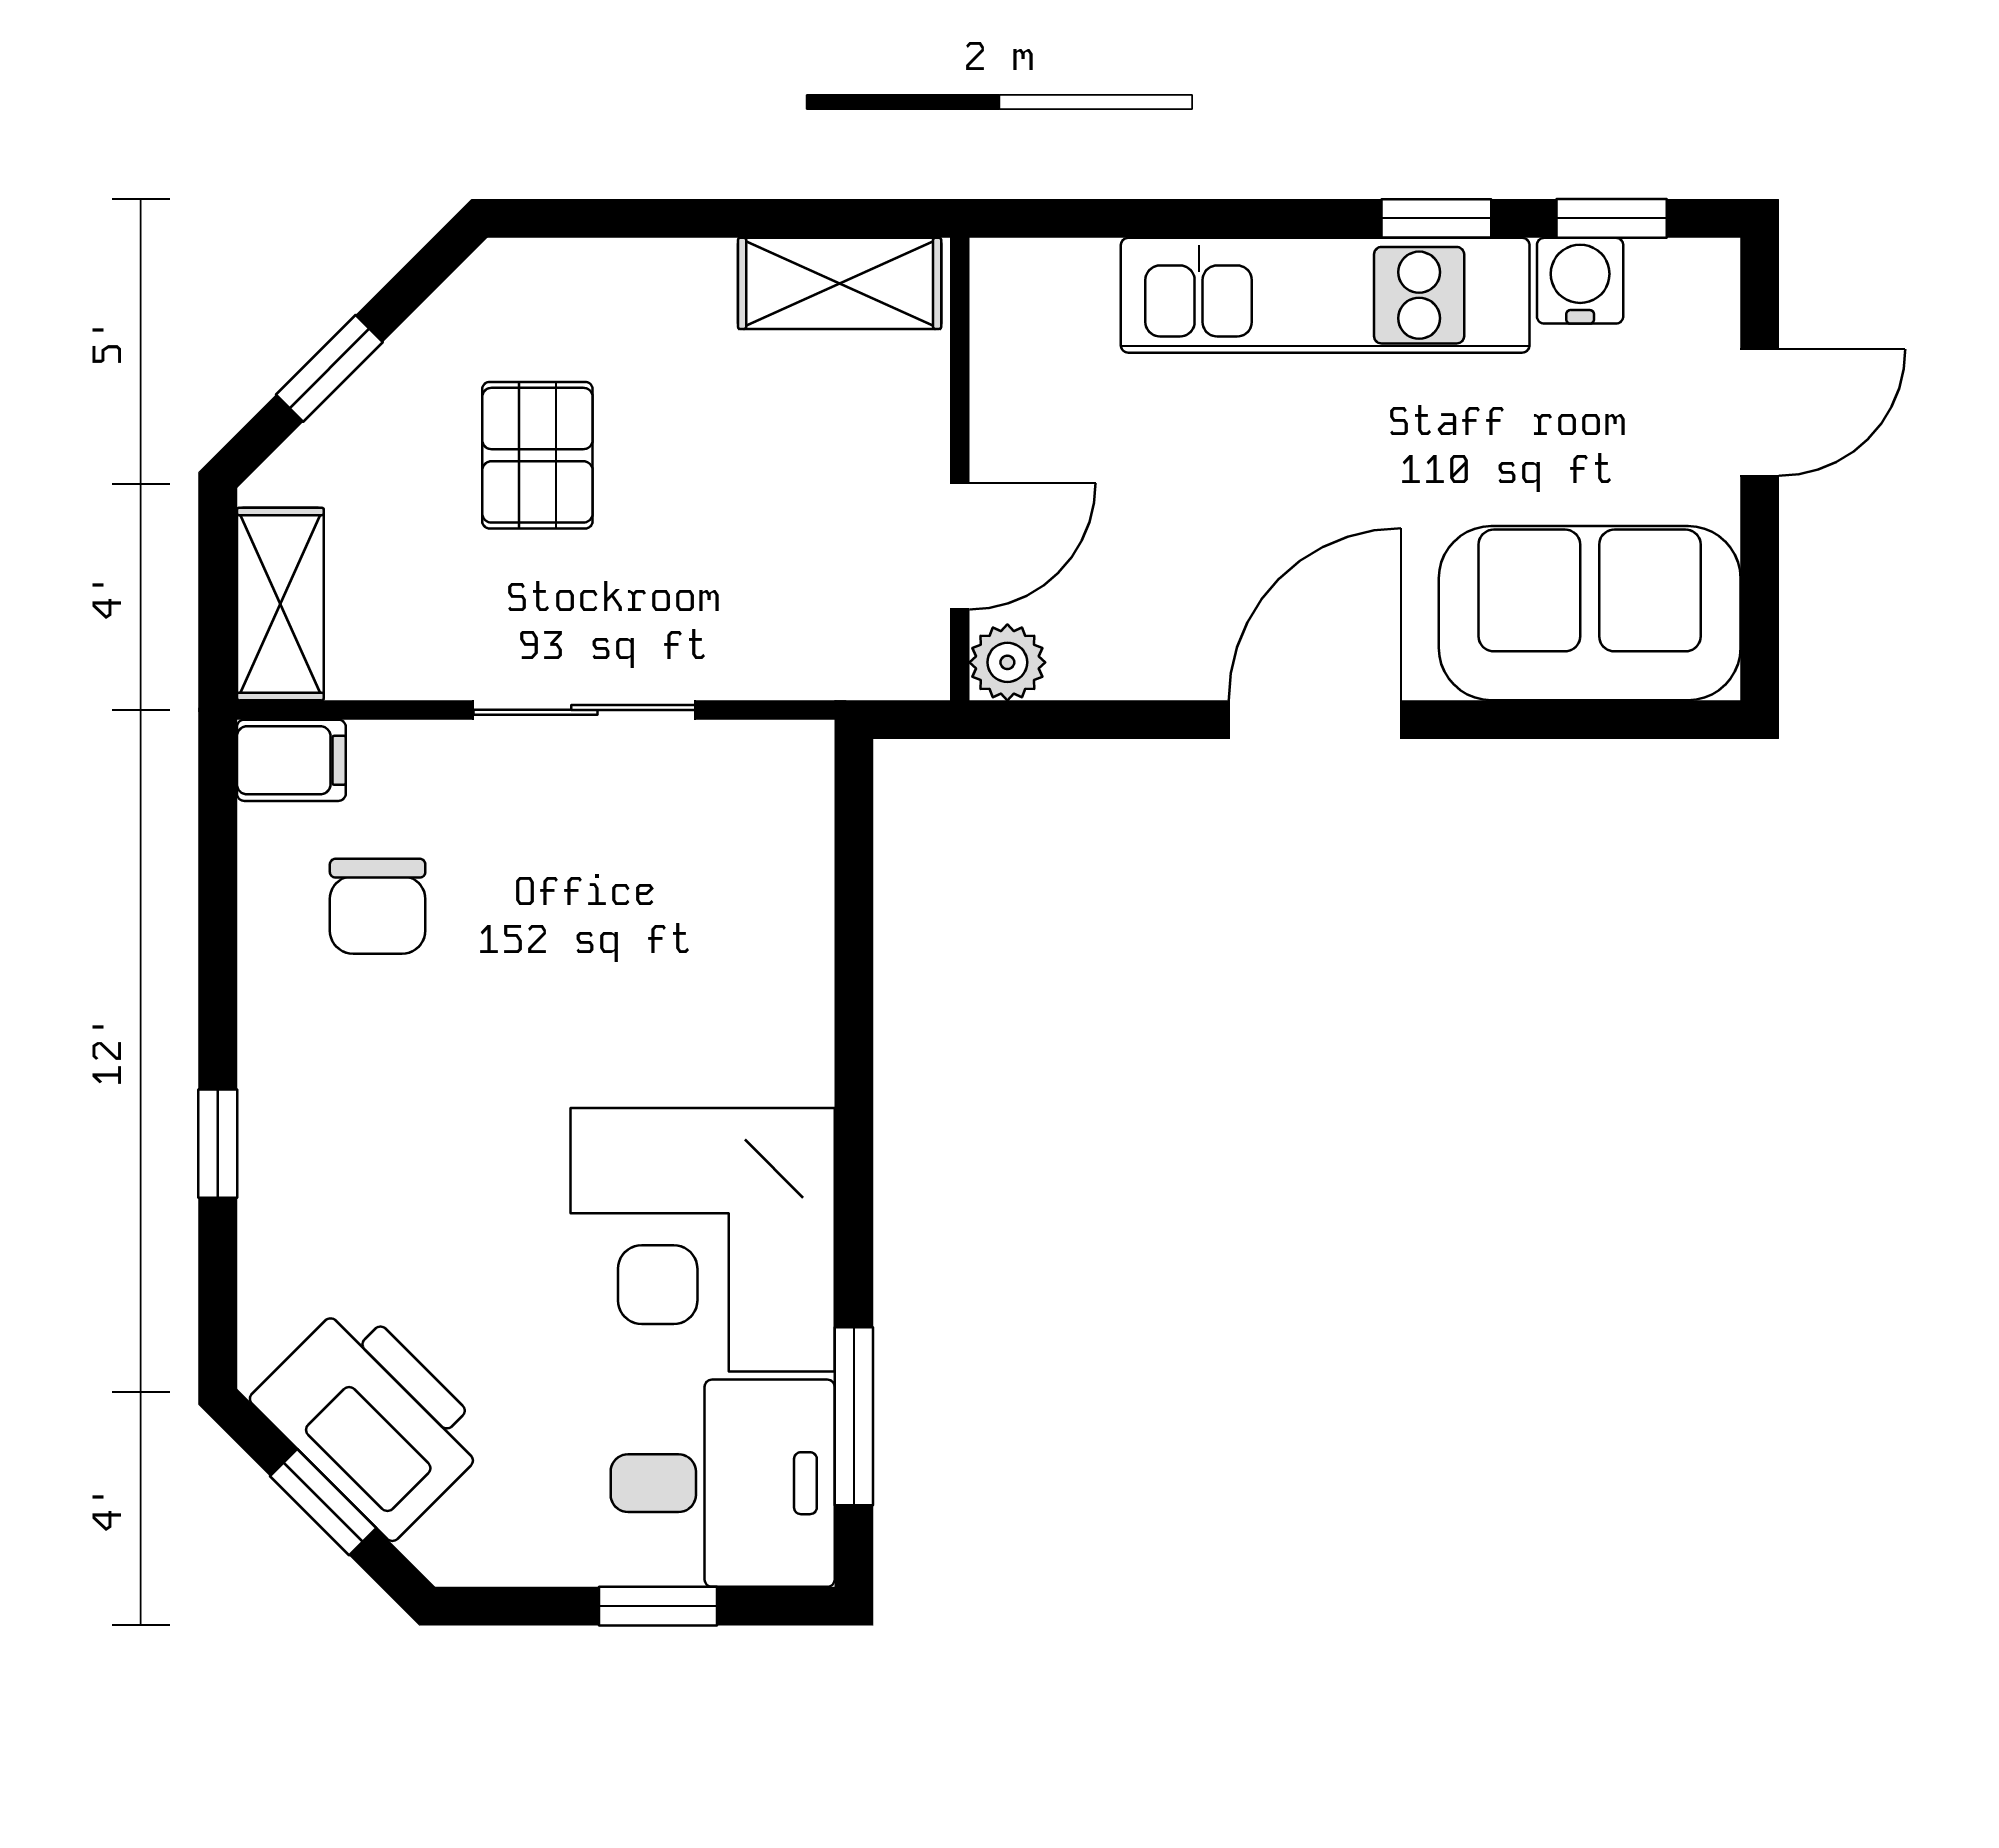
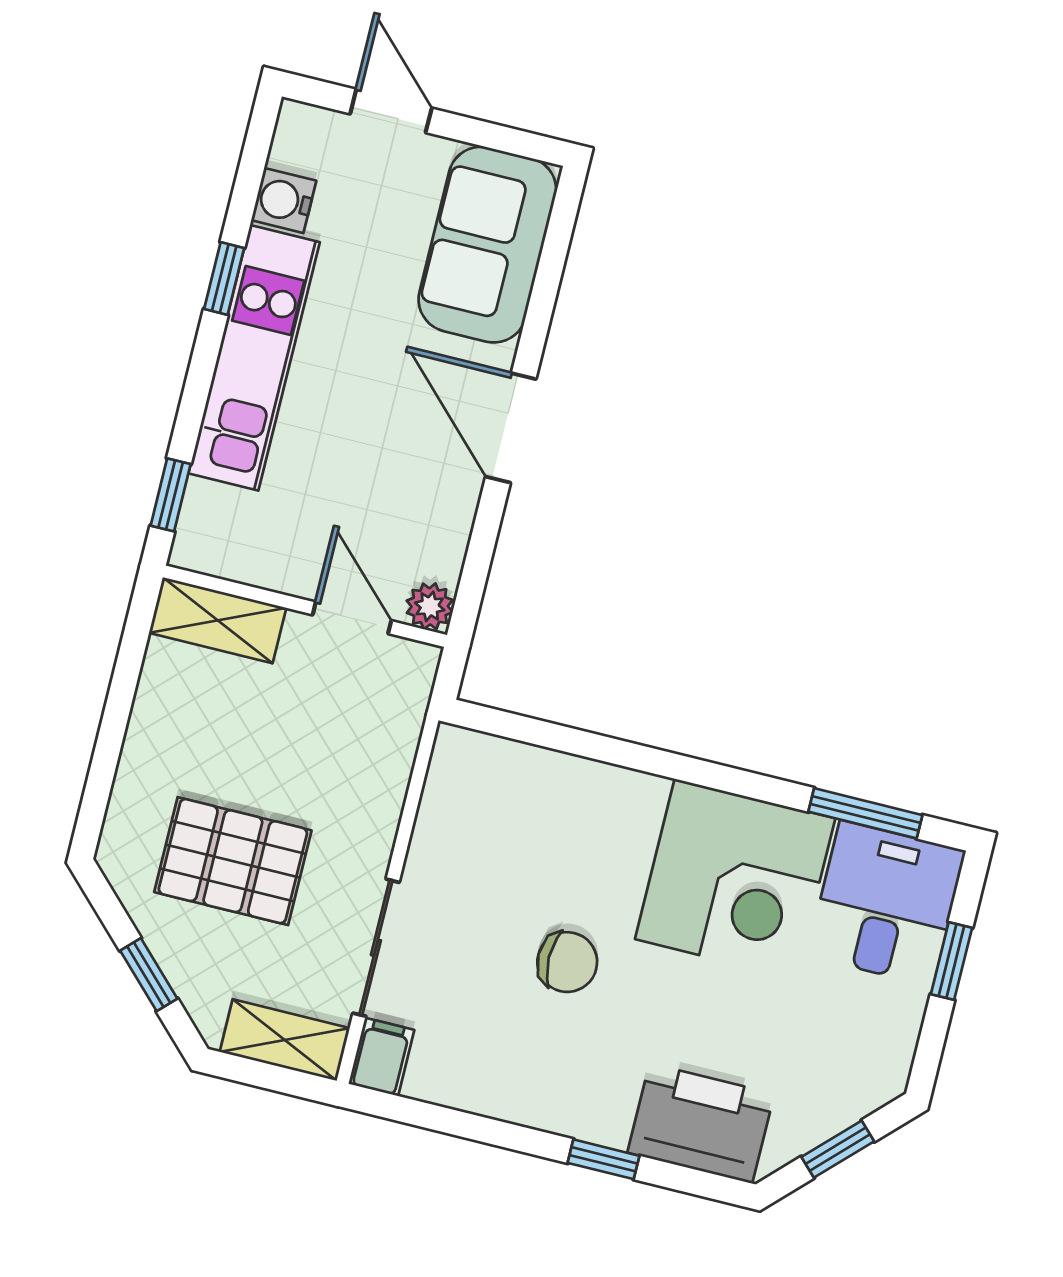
window: (1612, 218) -> (171, 495), moved
shelving: (840, 283) -> (218, 620), moved, turned 90
pallet: (537, 455) -> (233, 861), width x1.50, depth x1.42
sliding door: (584, 710) -> (376, 948), moved
chair: (378, 906) -> (567, 962), moved
printer: (372, 1419) -> (701, 1123), moved, turned 45

